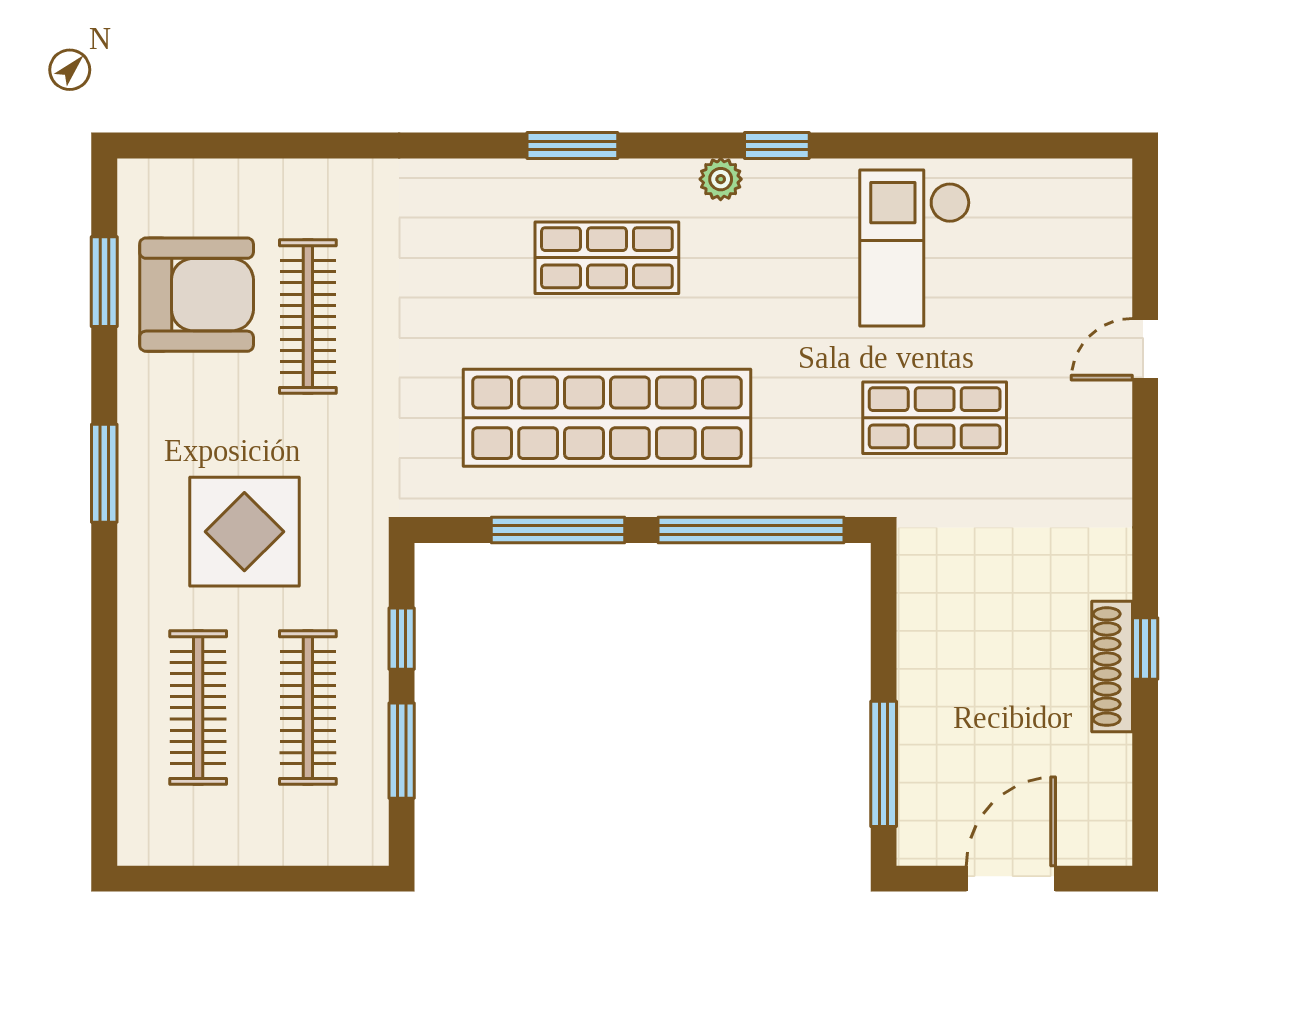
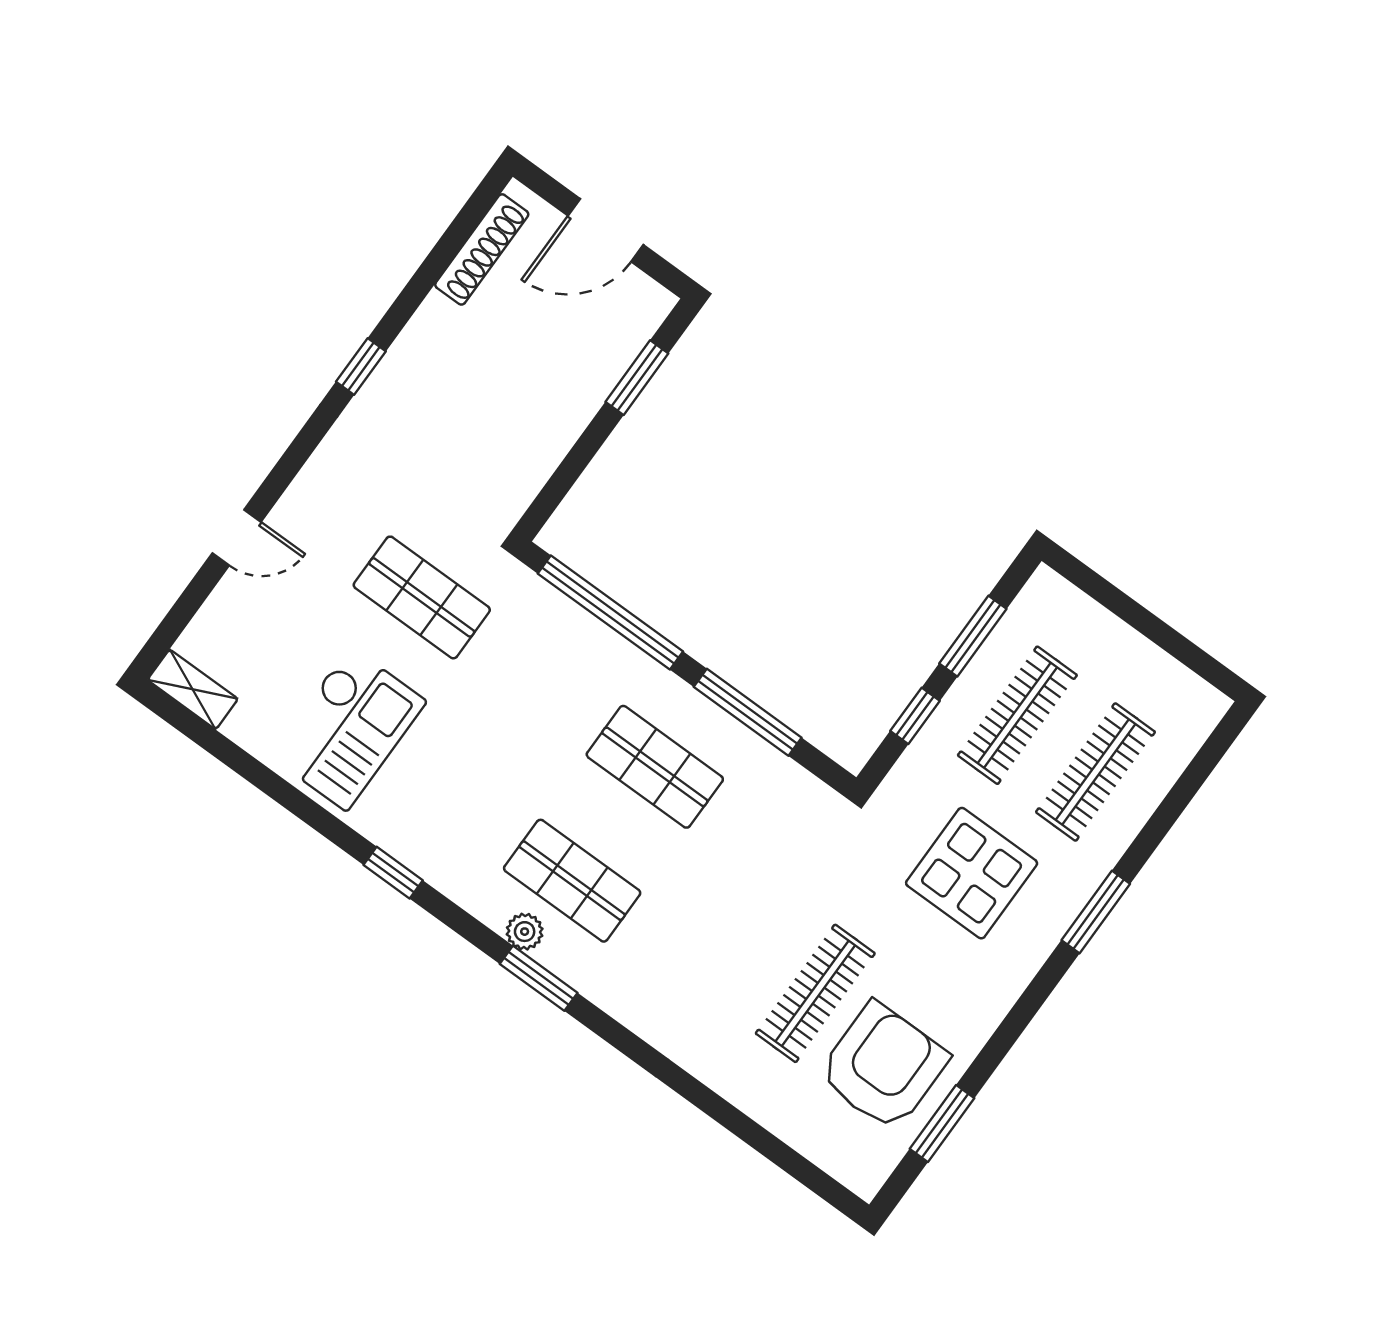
plant: (721, 179) -> (525, 932), moved
shelving: (1084, 180) -> (193, 689), added
armchair: (197, 295) -> (883, 1067), turned 90
shop shelf: (607, 418) -> (655, 767), width x0.50, depth x0.74
window: (104, 473) -> (1096, 912), moved
window: (1145, 648) -> (361, 367), moved
shoe rack: (1112, 667) -> (482, 249), moved
window: (884, 764) -> (637, 378), width x0.69

